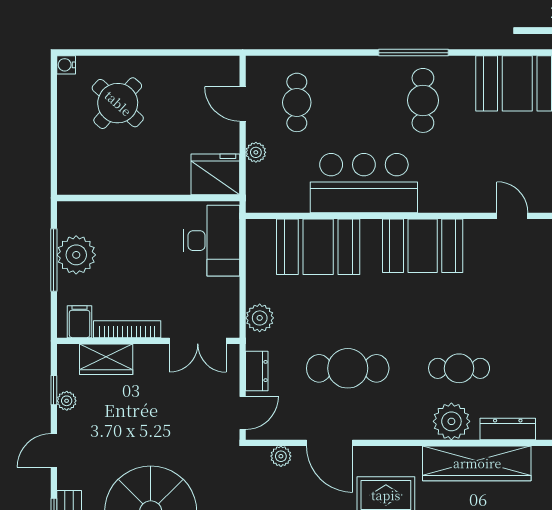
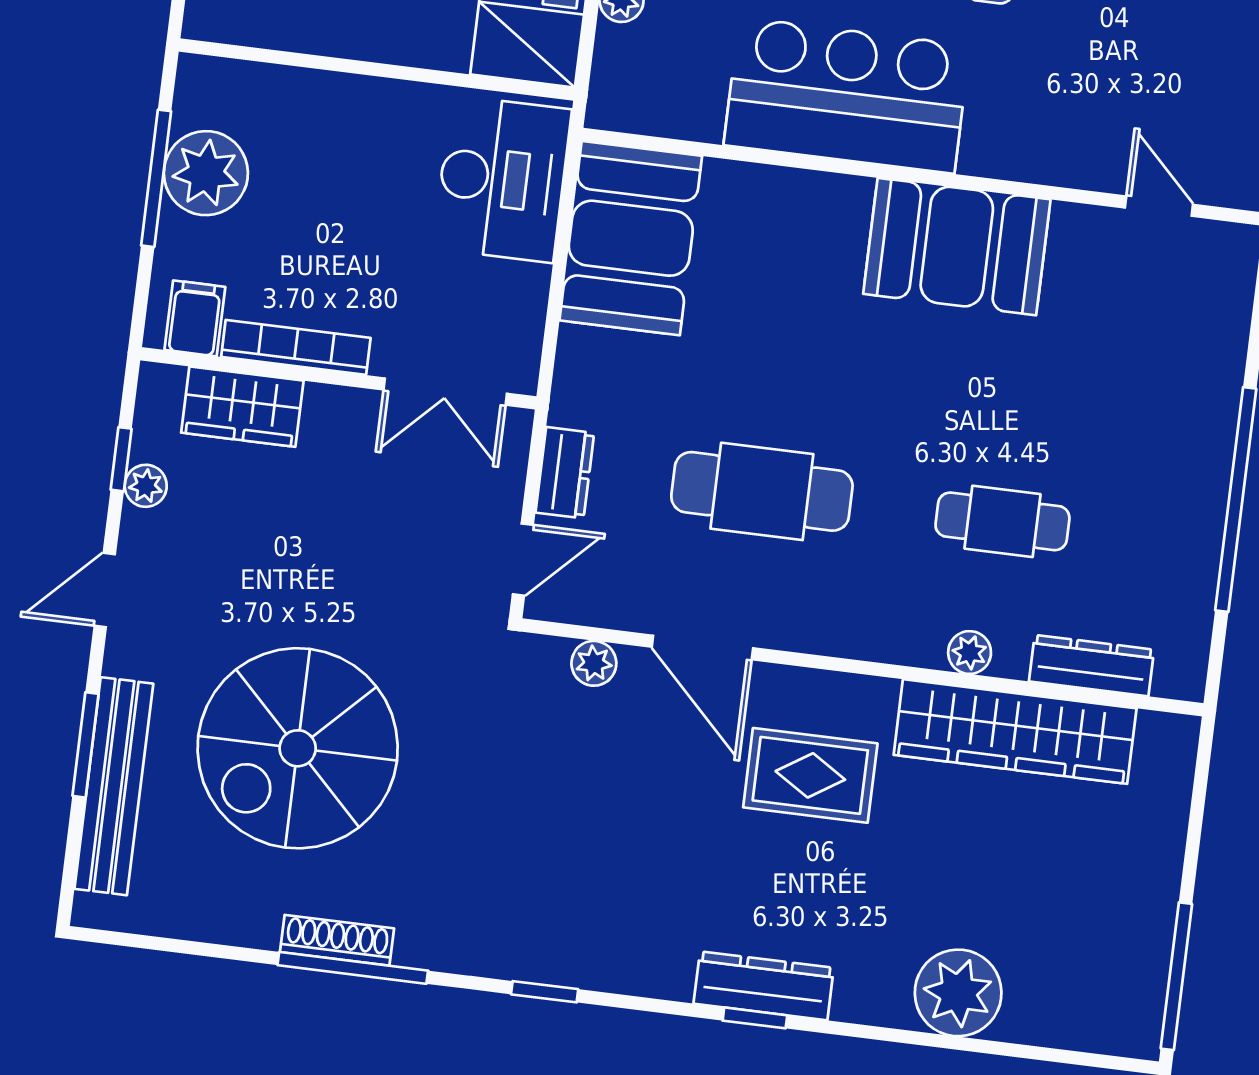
booth: (318, 247) -> (631, 238), moved, turned 90
plant: (260, 318) -> (585, 359), removed
plant: (451, 421) -> (970, 653), width x0.53, depth x0.53

